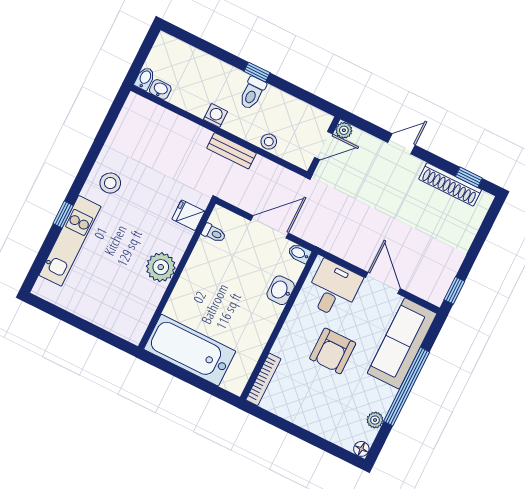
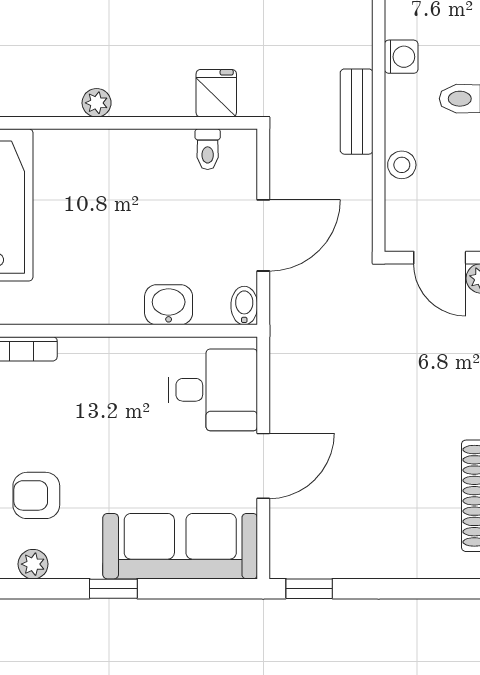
door: (270, 227) -> (263, 235), hinge flipped
plant: (161, 267) -> (97, 103), width x0.53, depth x0.53
armchair: (333, 351) -> (36, 495), moved, width x0.72, depth x0.72
window: (407, 387) -> (113, 589), width x0.32

